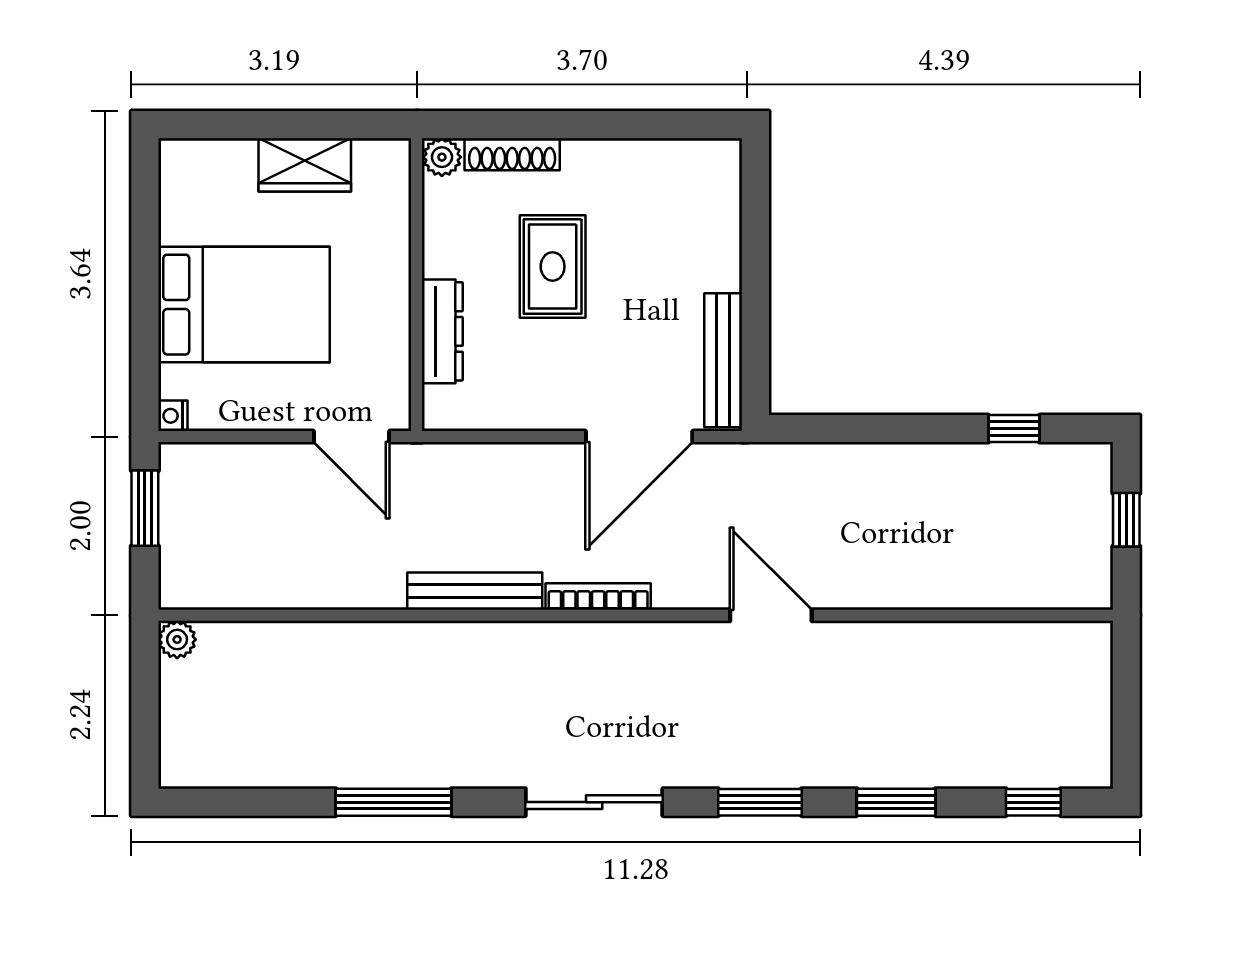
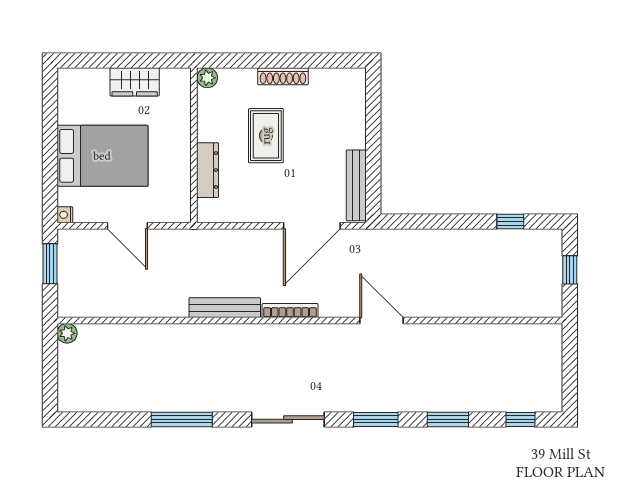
shoe rack: (512, 154) -> (283, 76), moved
door: (351, 437) -> (127, 226), moved

